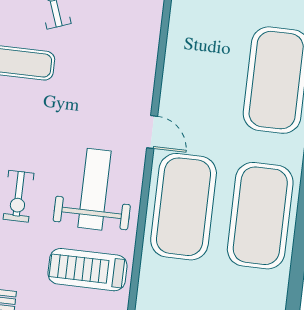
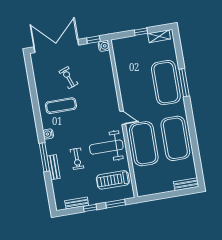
weight bench: (94, 189) -> (106, 147), turned -90

